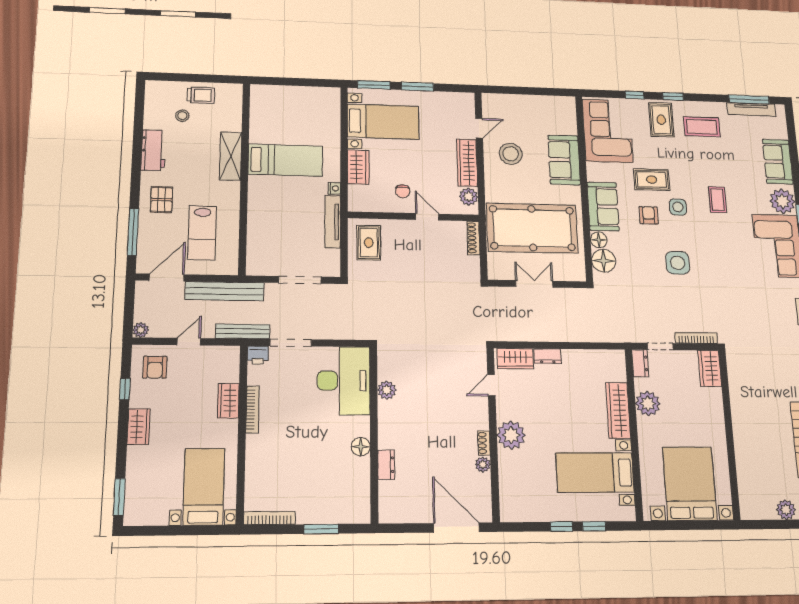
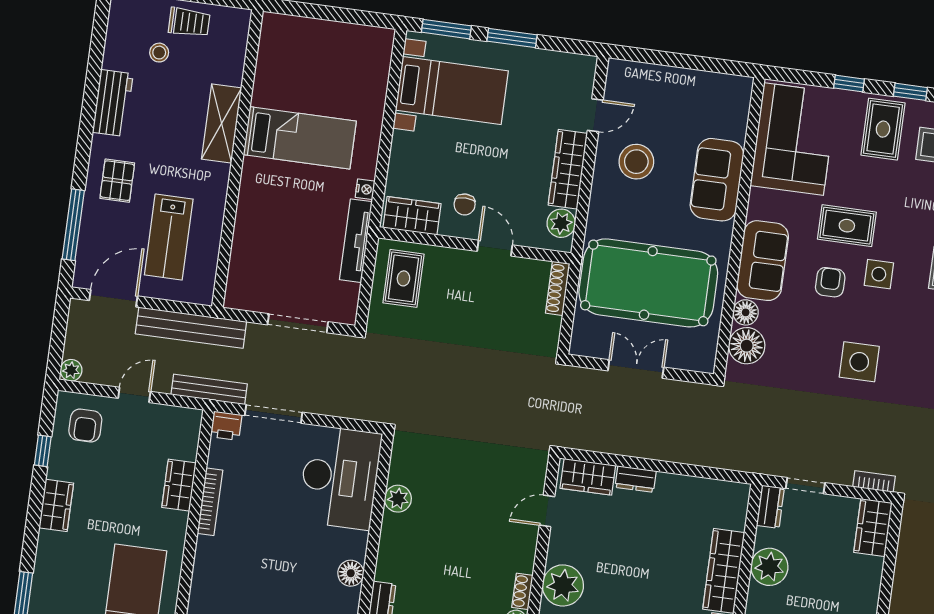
wardrobe: (358, 167) -> (412, 216), moved, turned -90
bookcase: (696, 338) -> (874, 481), width x0.64

